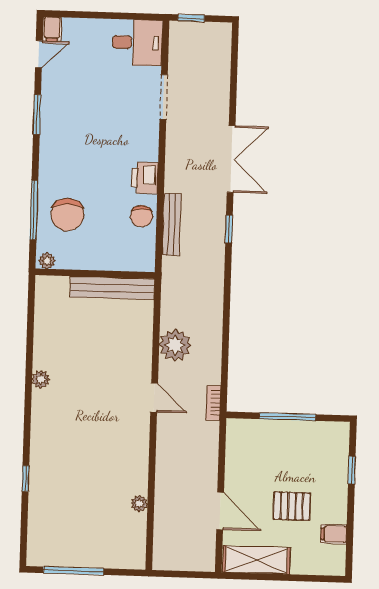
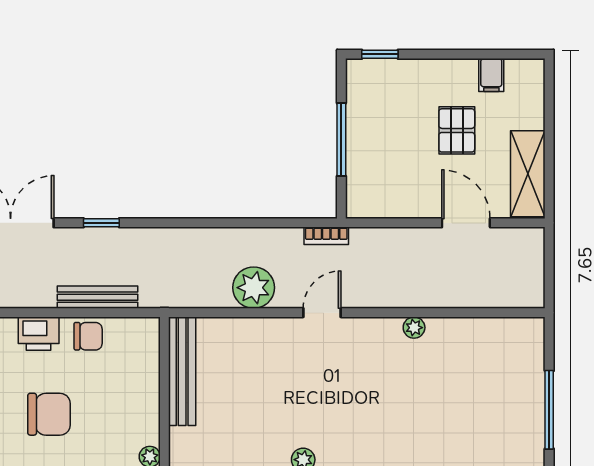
chair: (67, 214) -> (49, 414), moved
window: (352, 470) -> (380, 54), moved
plant: (139, 503) -> (414, 328), moved
door: (220, 511) -> (466, 223), hinge flipped

